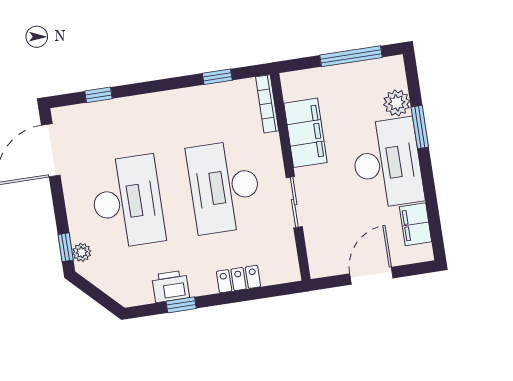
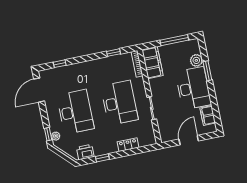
filing cabinet: (305, 133) -> (152, 63), moved
desk: (224, 187) -> (119, 103), turned 180
printer: (171, 286) -> (85, 152), moved

